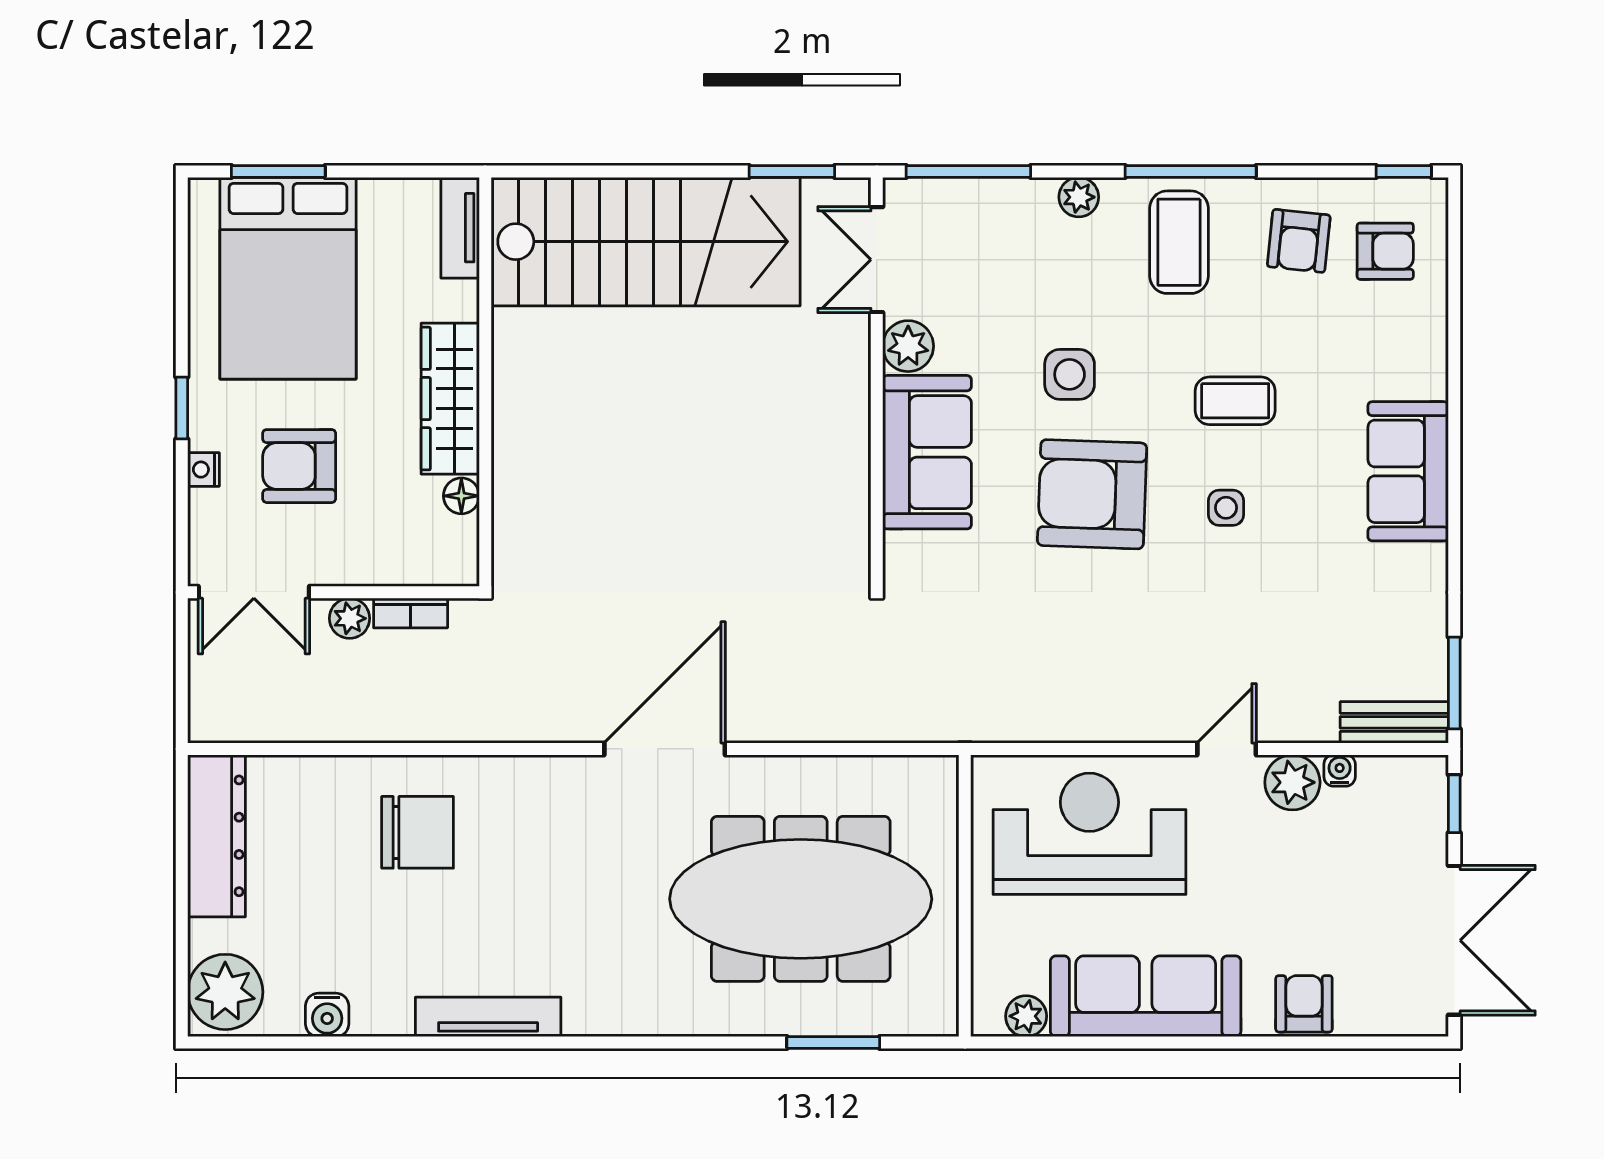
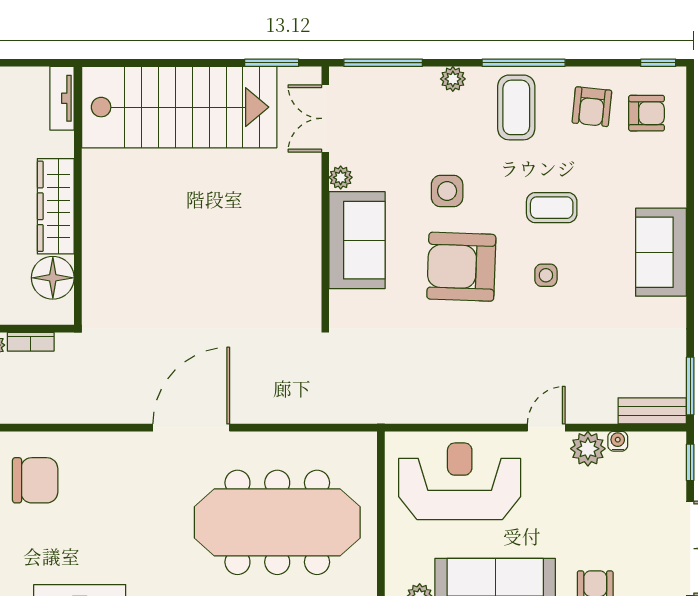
plant: (908, 346) -> (341, 177), width x0.73, depth x0.73
floor lamp: (461, 496) -> (53, 278), width x1.89, depth x1.89

